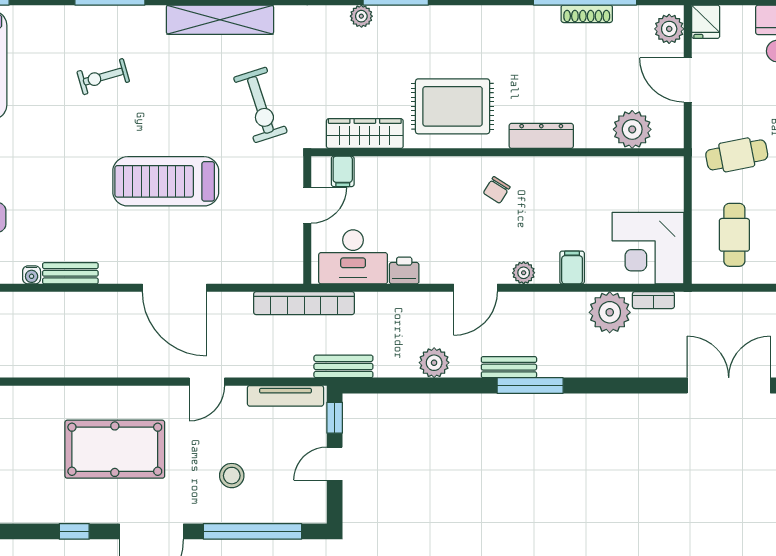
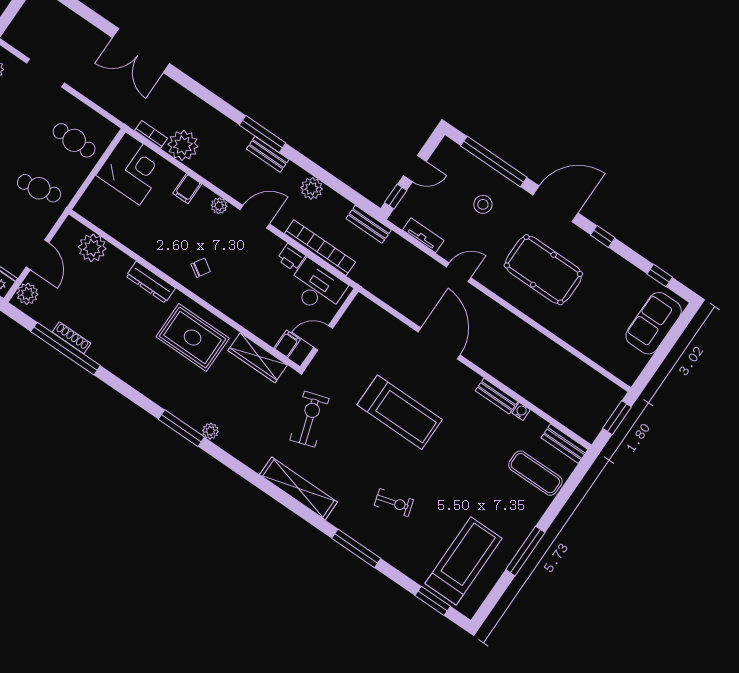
cafe table: (734, 235) -> (74, 140), turned 90
bookcase: (304, 303) -> (320, 248), moved
tv unit: (285, 396) -> (423, 235), width x0.71

